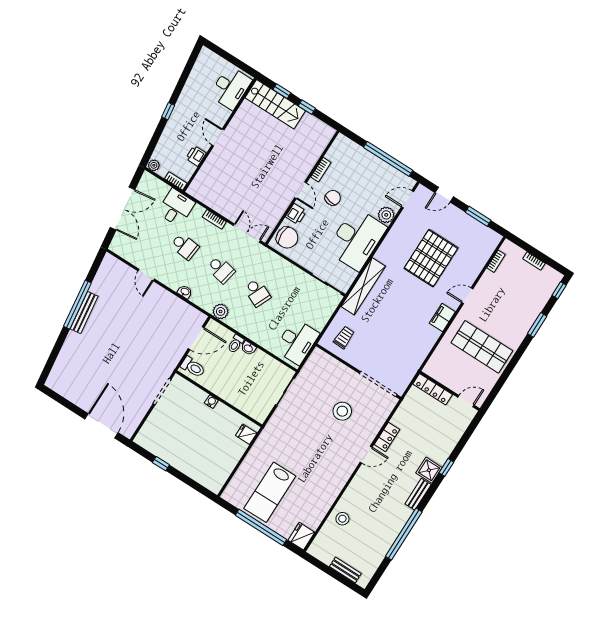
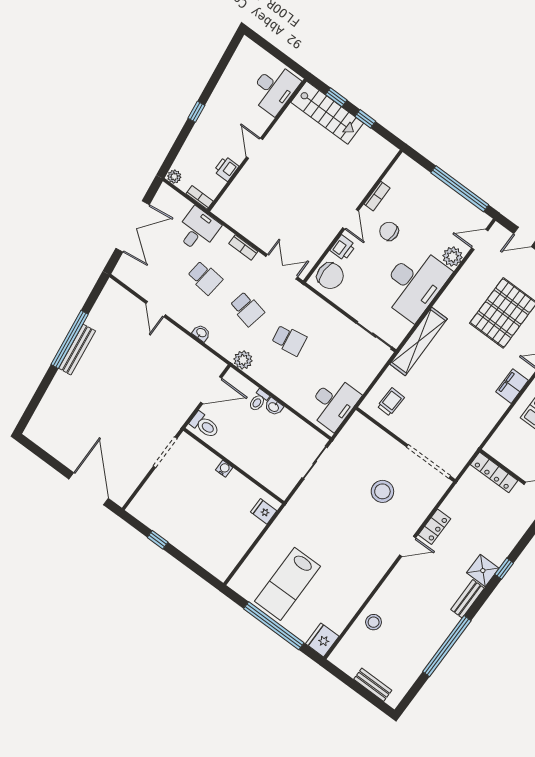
chair: (333, 198) -> (389, 231), turned -100
school desk: (257, 293) -> (289, 340), turned -33

